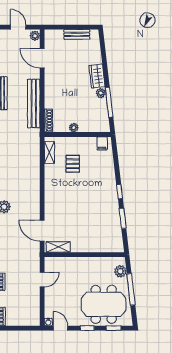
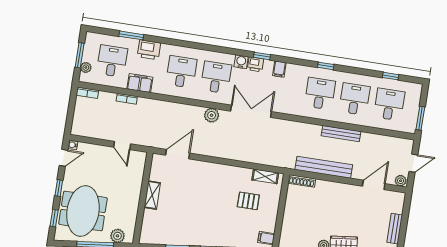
plant: (74, 128) -> (289, 208), removed
shelving: (58, 247) -> (152, 195), moved

